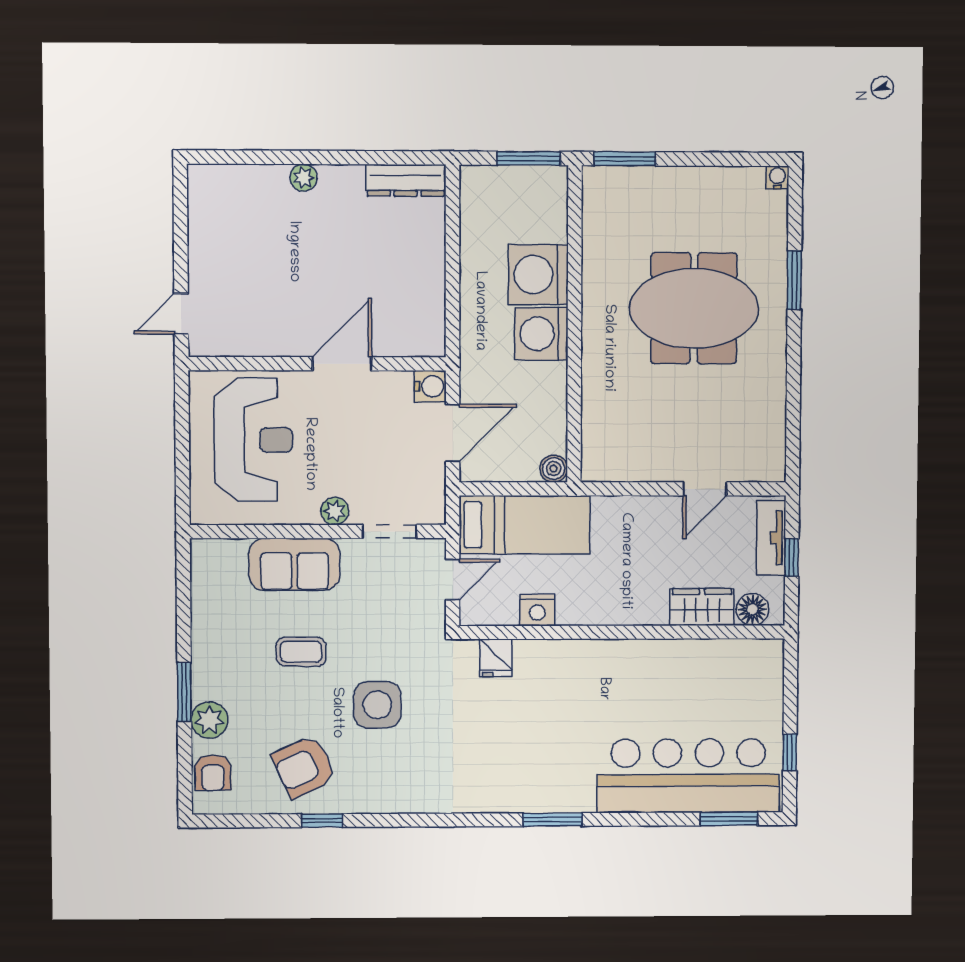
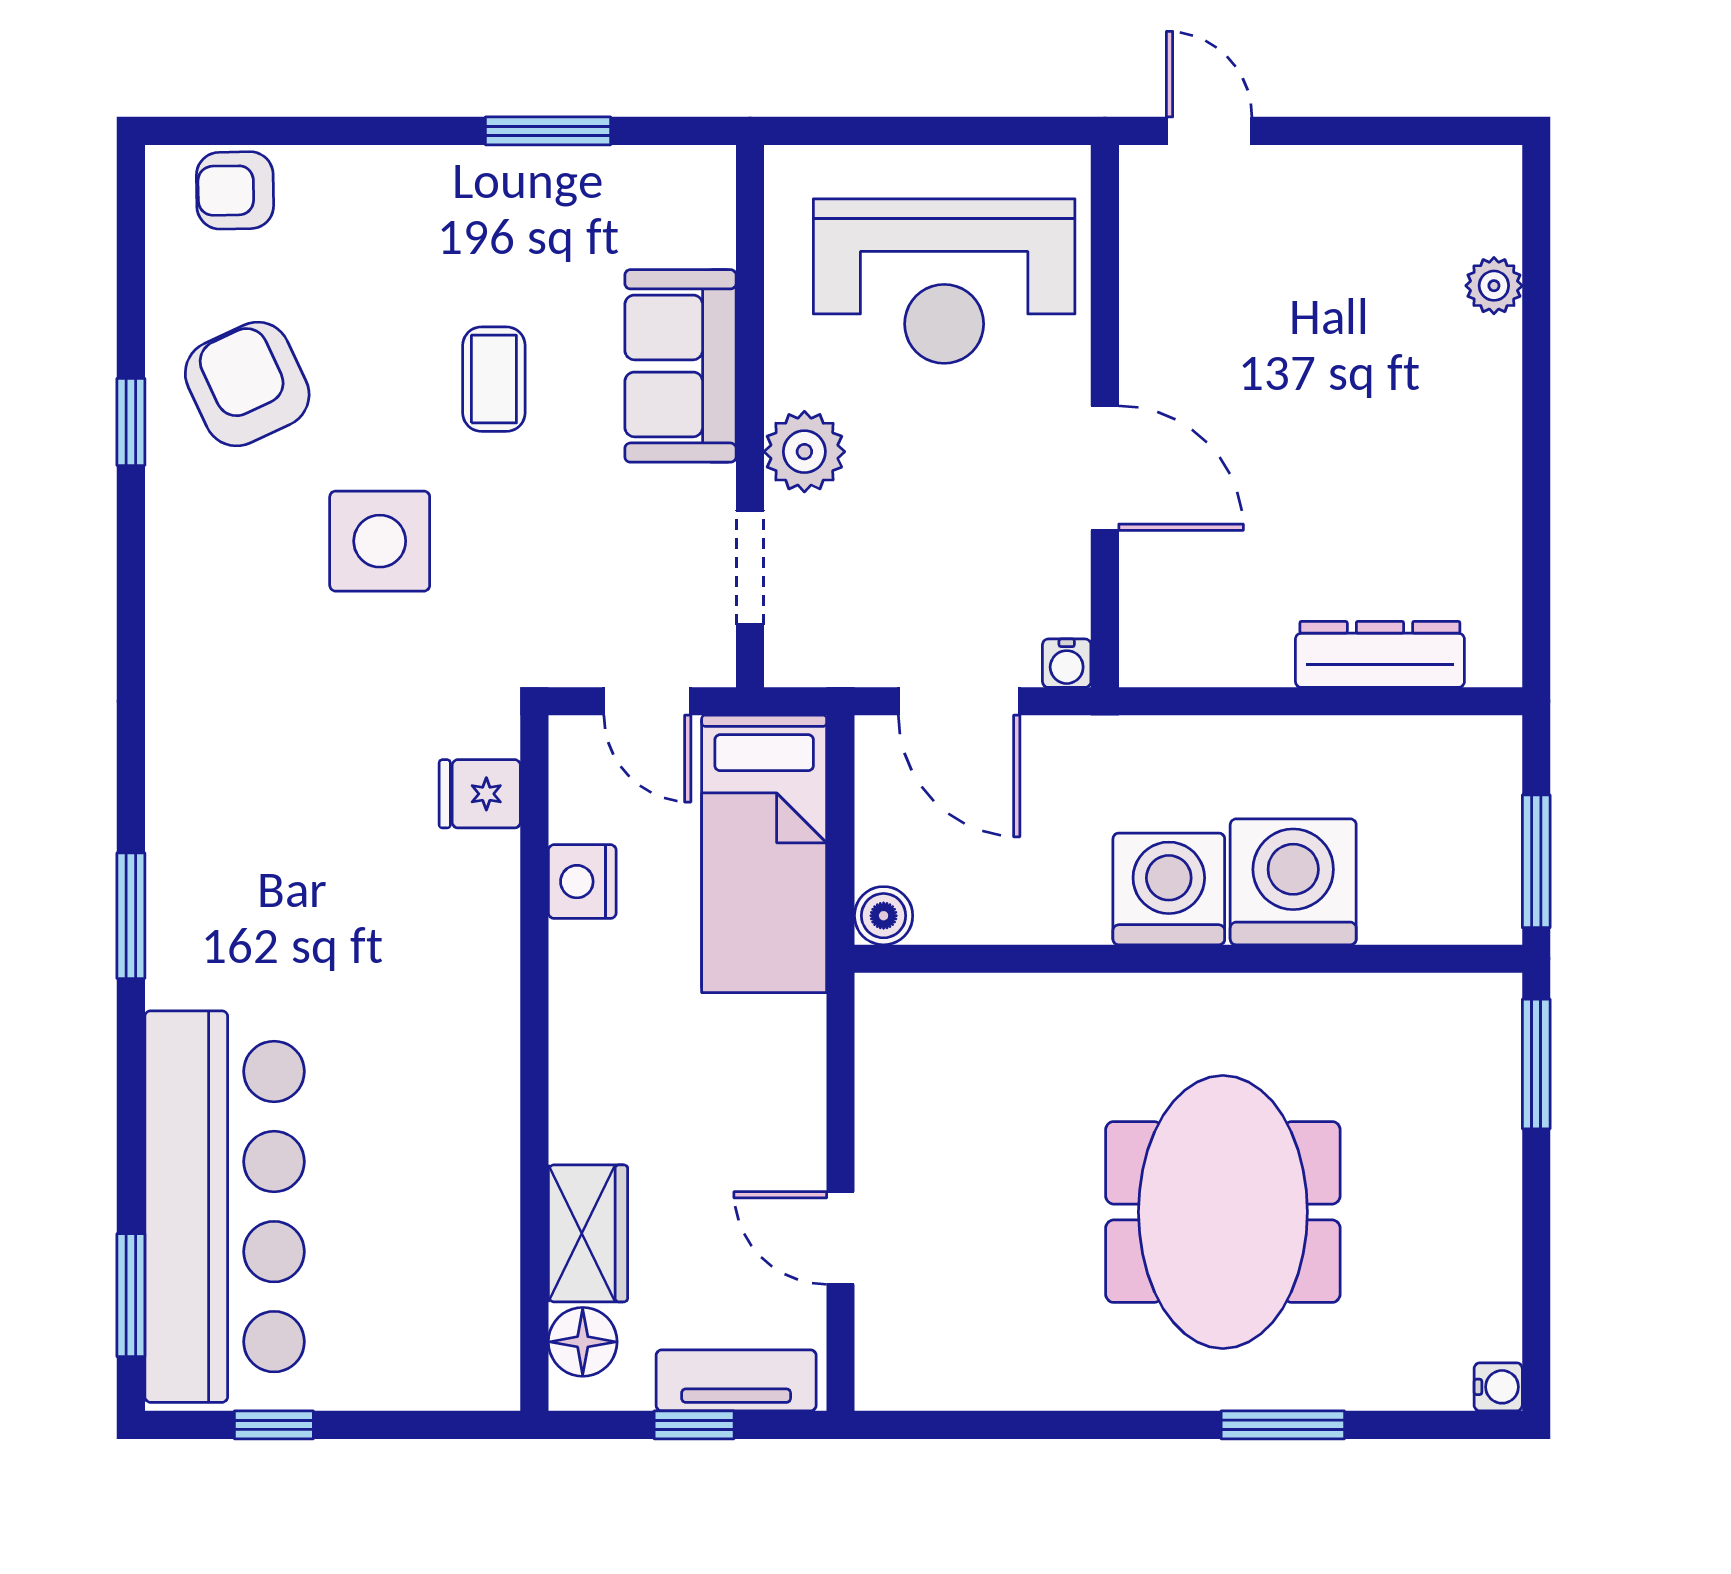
plant: (304, 178) -> (1494, 286), moved
dresser: (406, 180) -> (1380, 654), moved, turned 90
water cooler: (430, 386) -> (1067, 663), width x0.72, depth x0.72
plant: (335, 511) -> (804, 452), width x1.38, depth x1.38
window: (184, 692) -> (548, 131), moved
plant: (209, 720) -> (348, 184), removed

